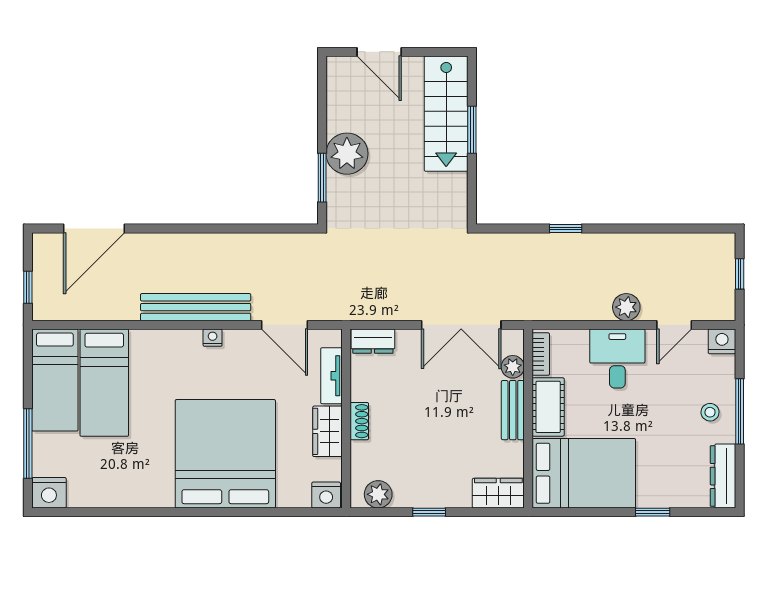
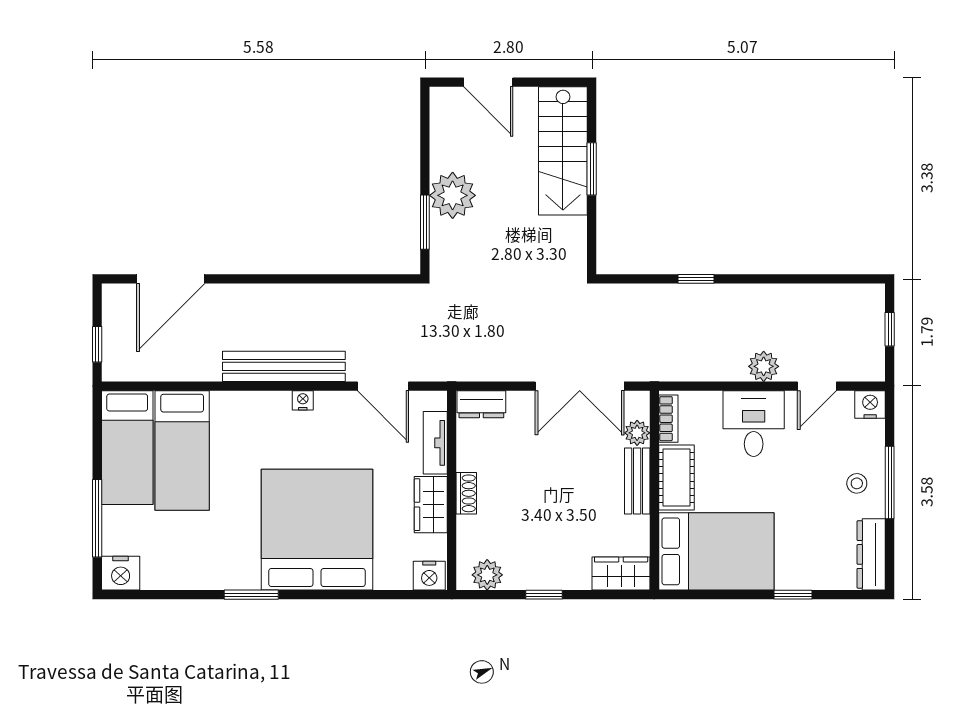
window: (166, 512) -> (251, 595), added

